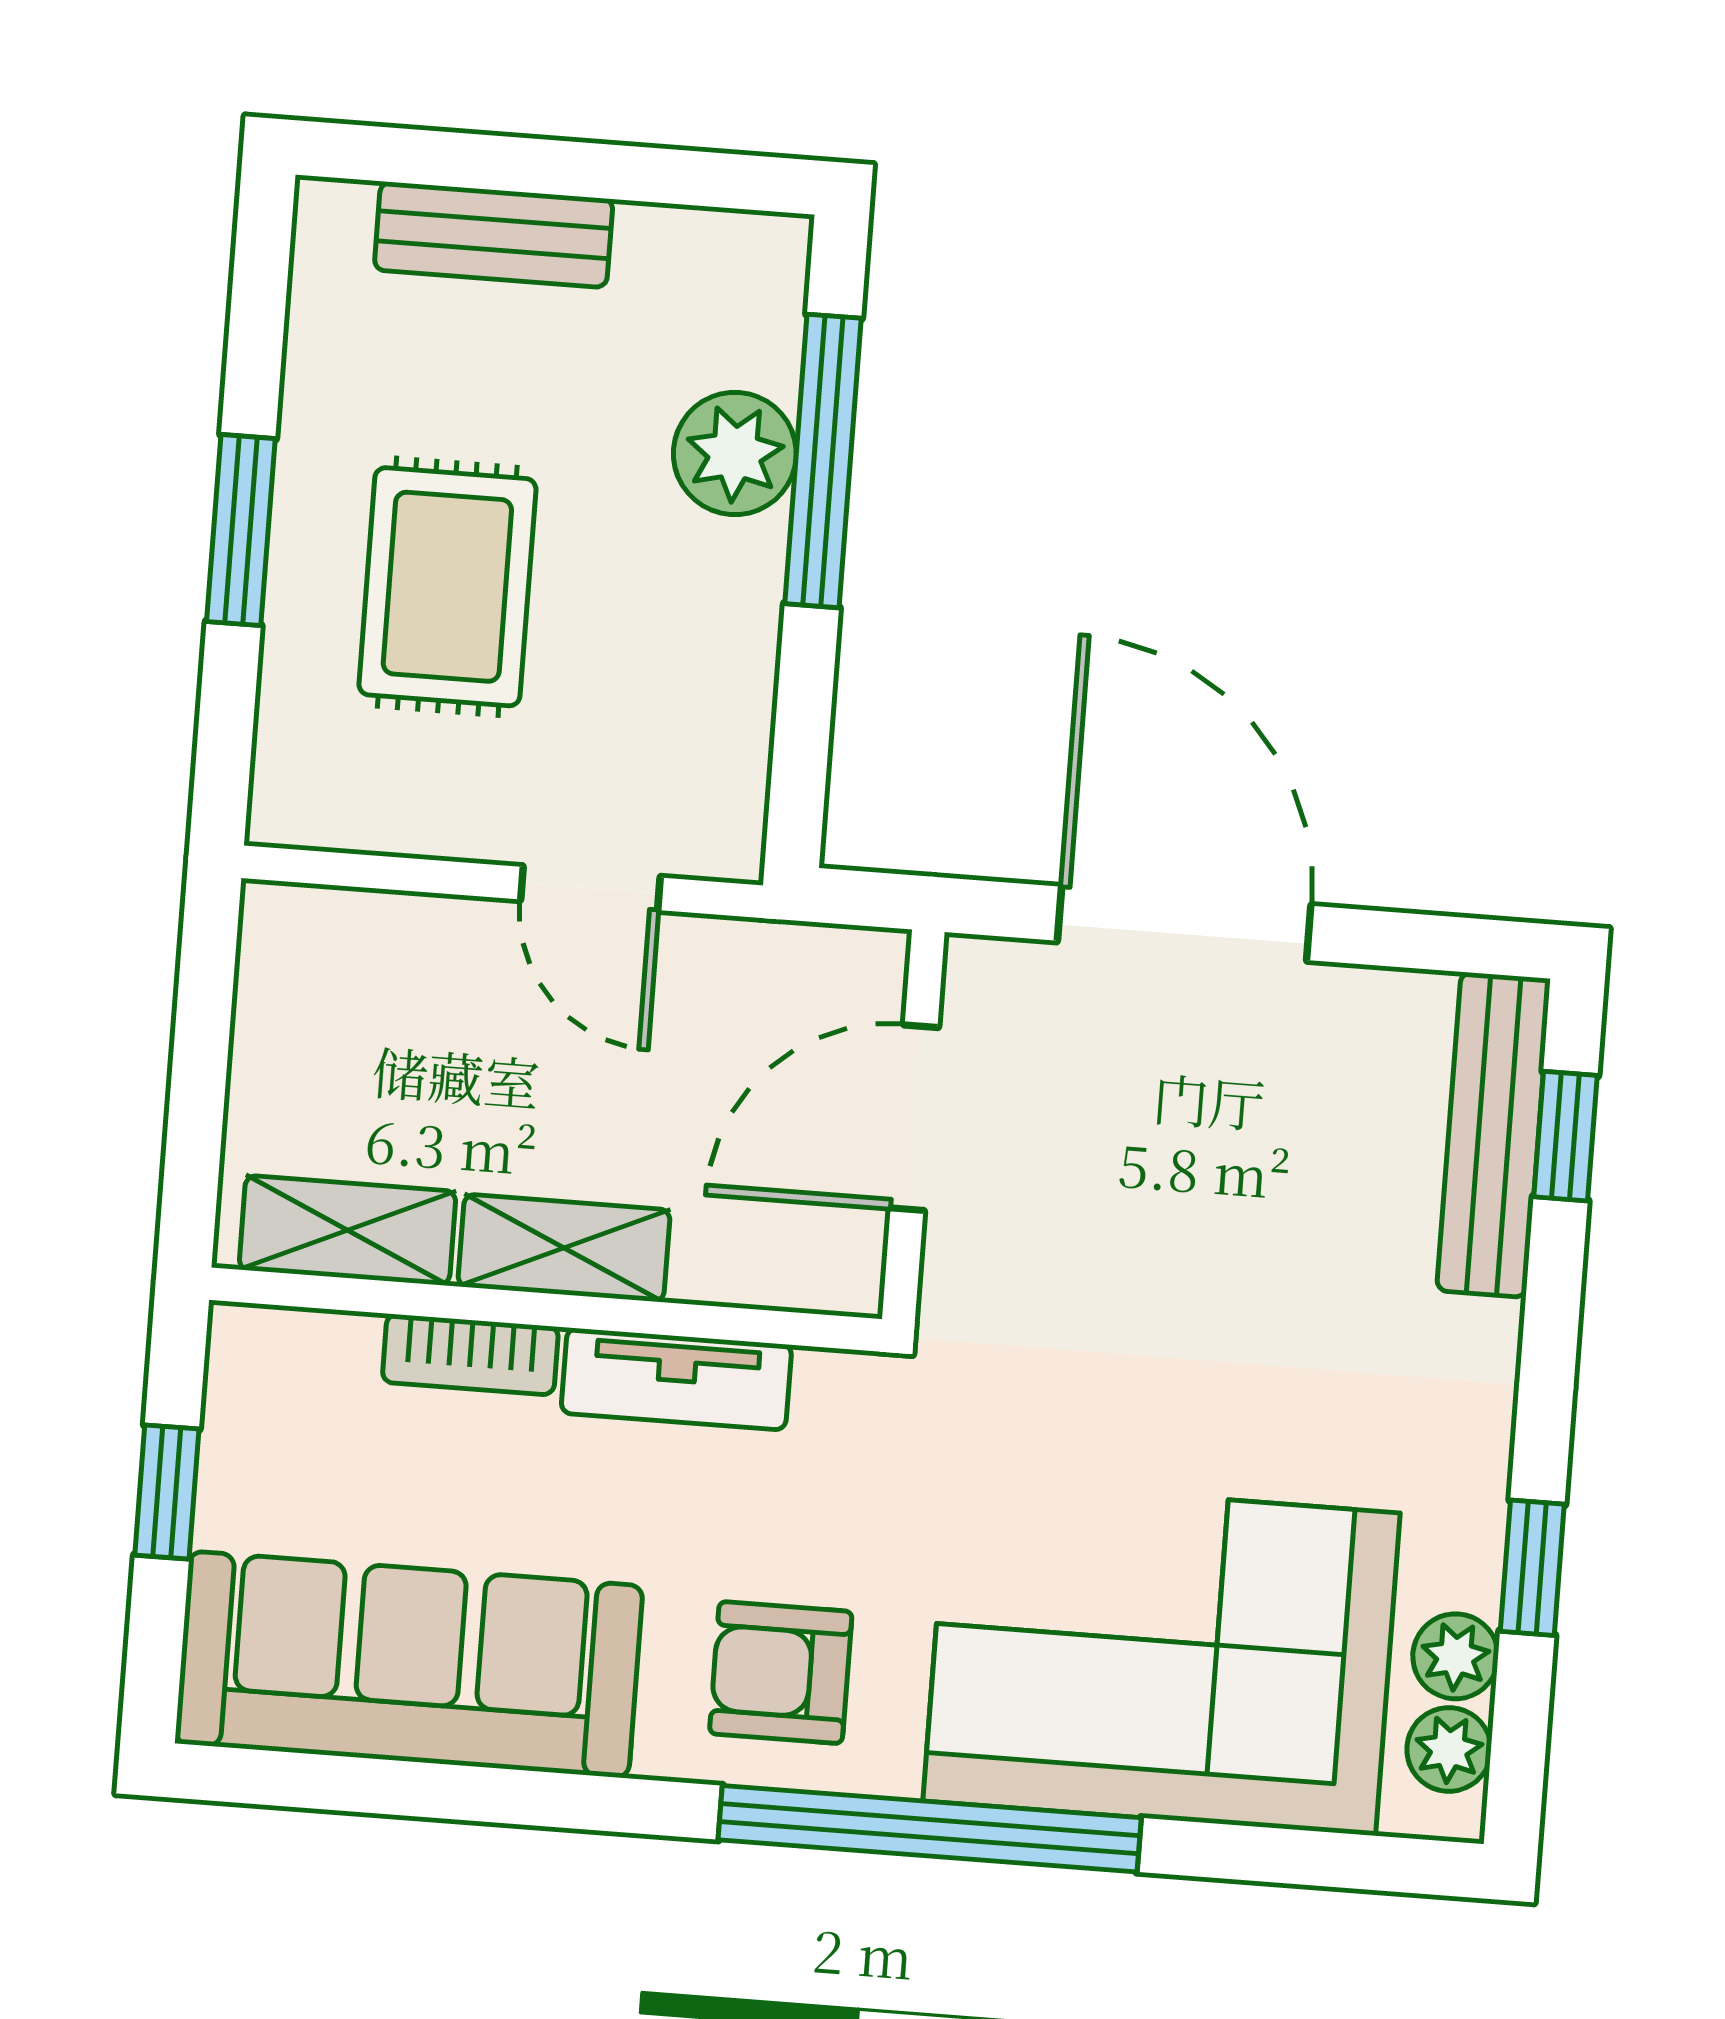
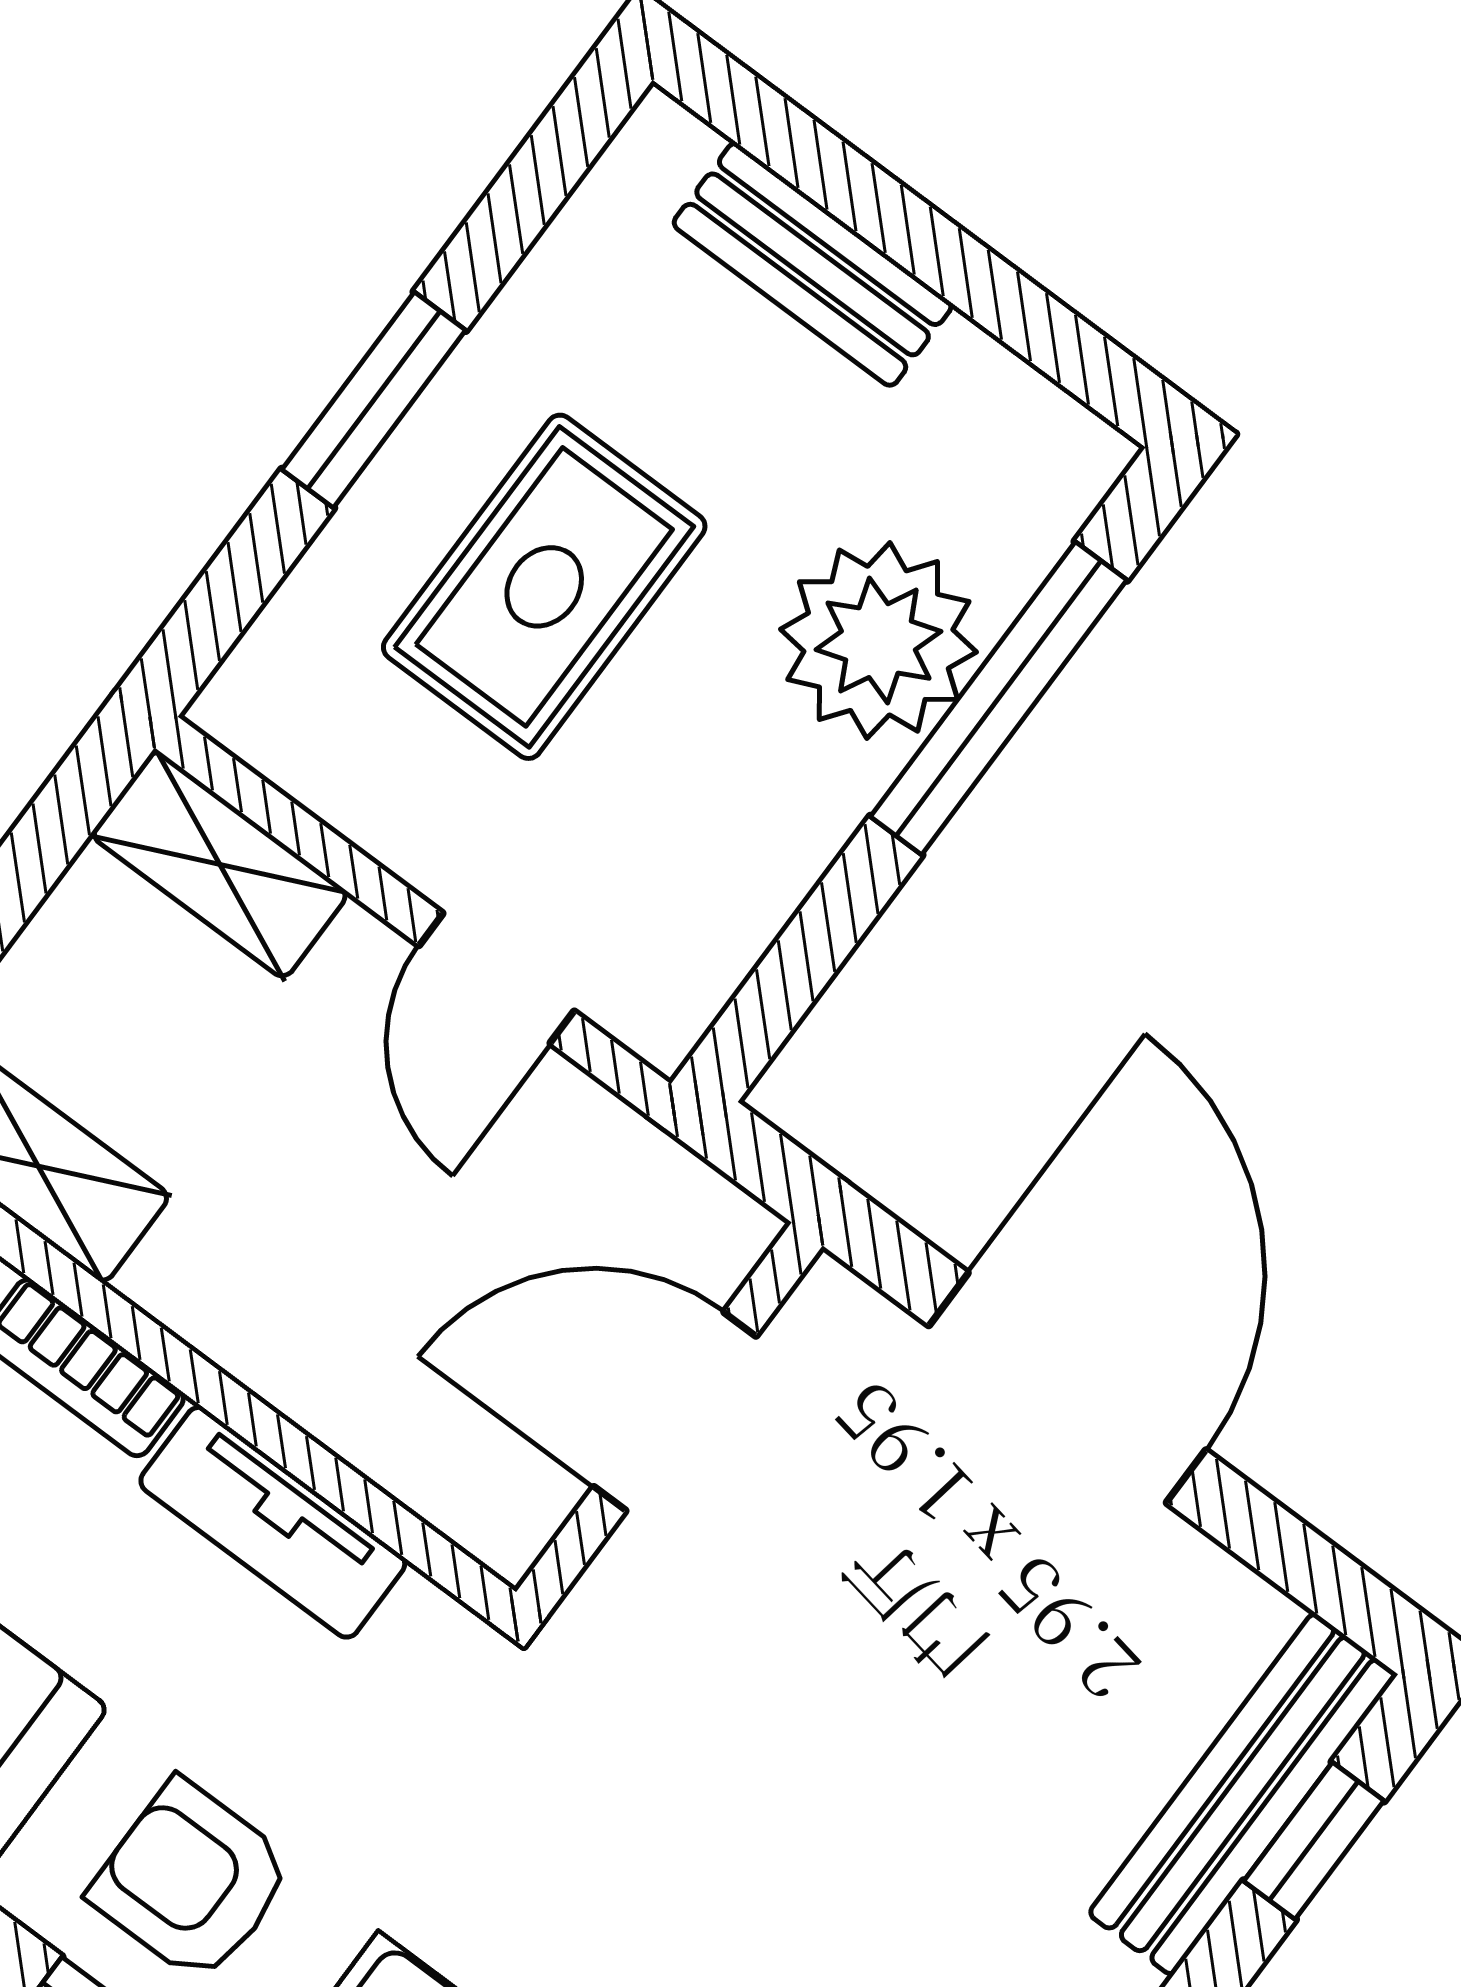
plant: (735, 453) -> (878, 641), width x1.36, depth x1.36
shelving: (564, 1248) -> (220, 864), moved

